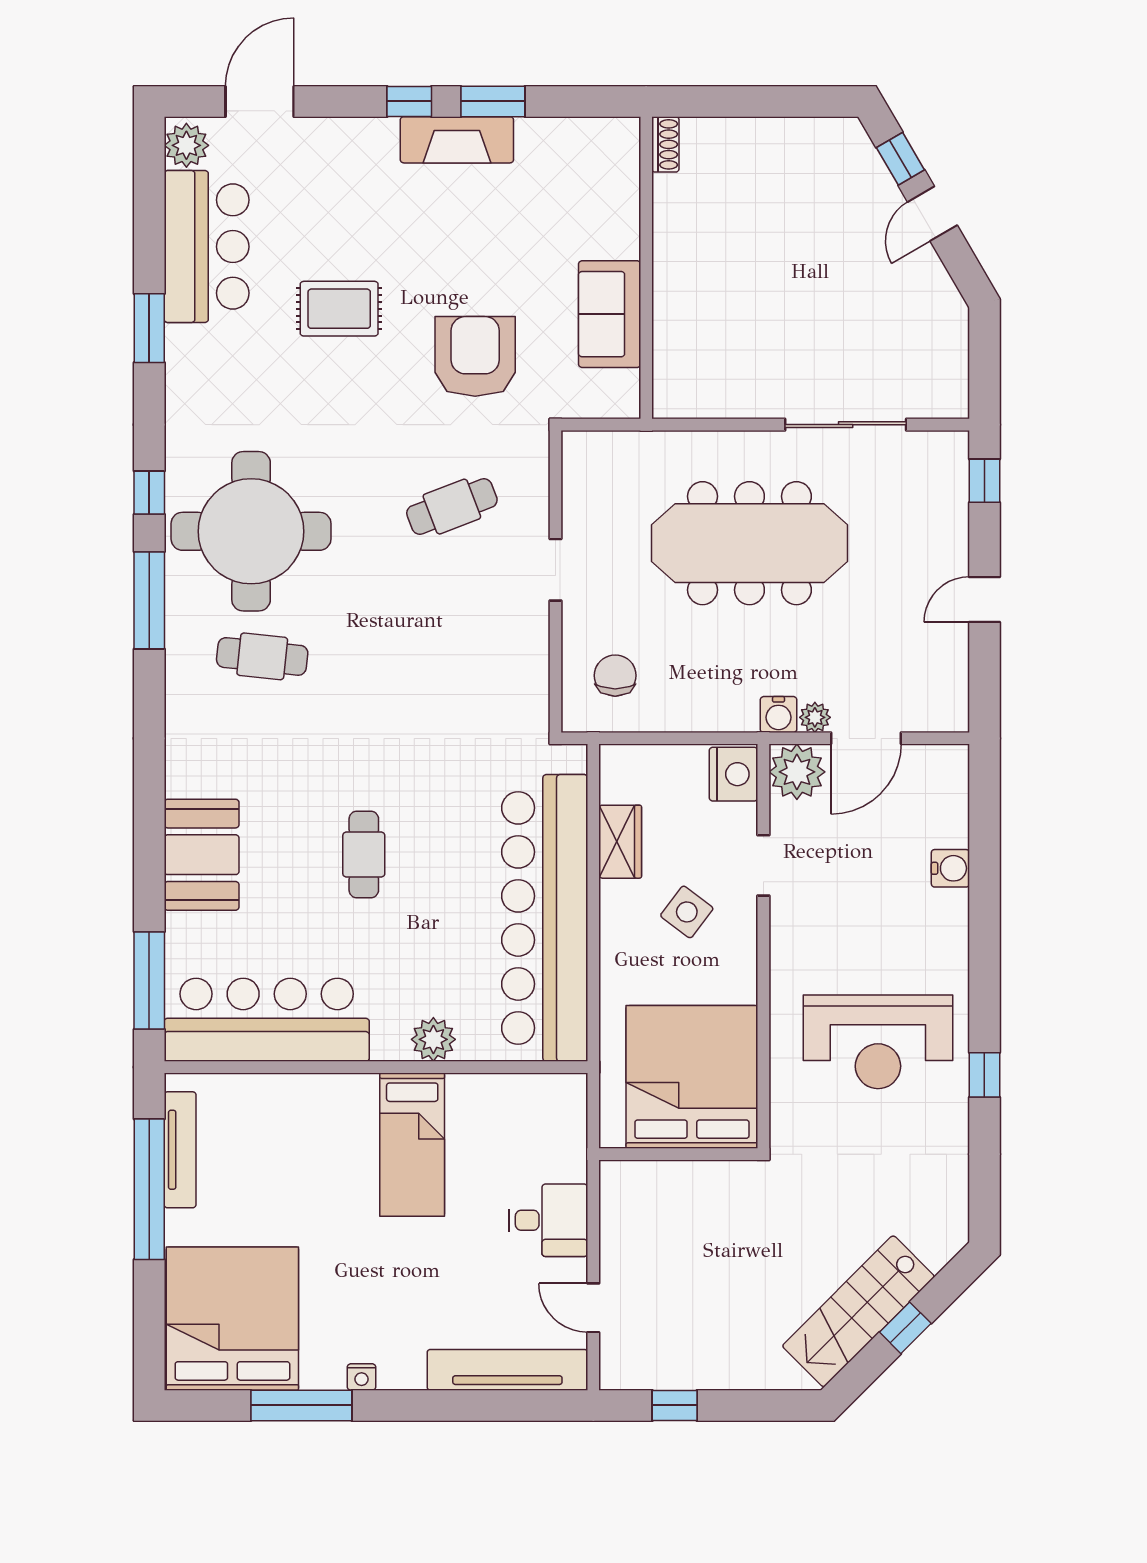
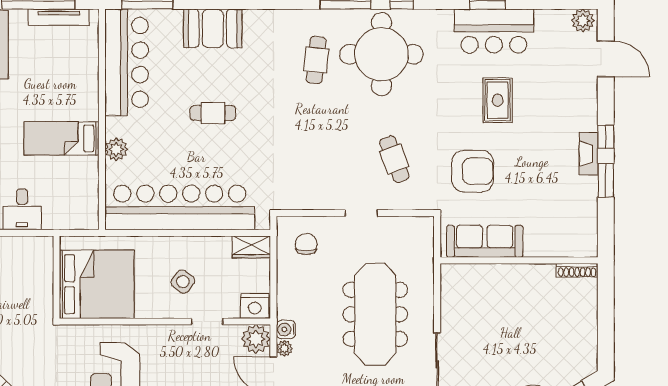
fireplace: (457, 140) -> (589, 154), width x0.73, depth x0.76
shoe rack: (665, 144) -> (577, 270), width x1.43
bar counter: (207, 247) -> (494, 31), moved
sofa: (610, 314) -> (485, 241), width x1.36
chair: (615, 676) -> (306, 244), turned -90
wardrobe: (620, 842) -> (251, 247), moved

